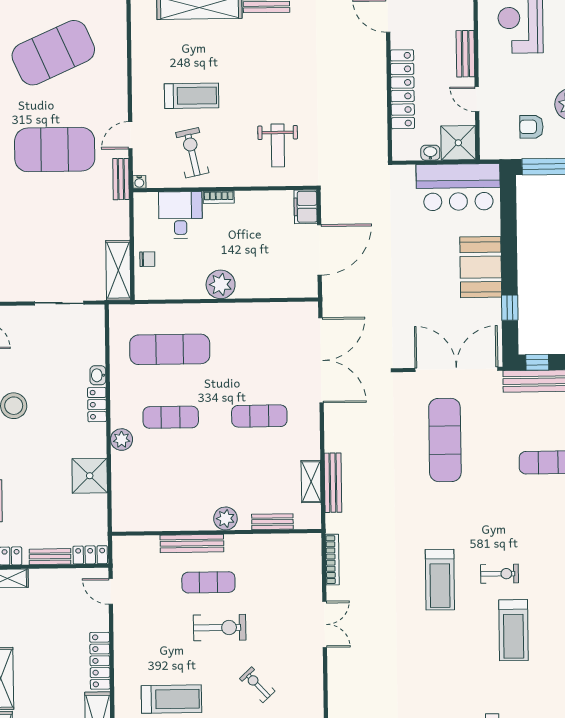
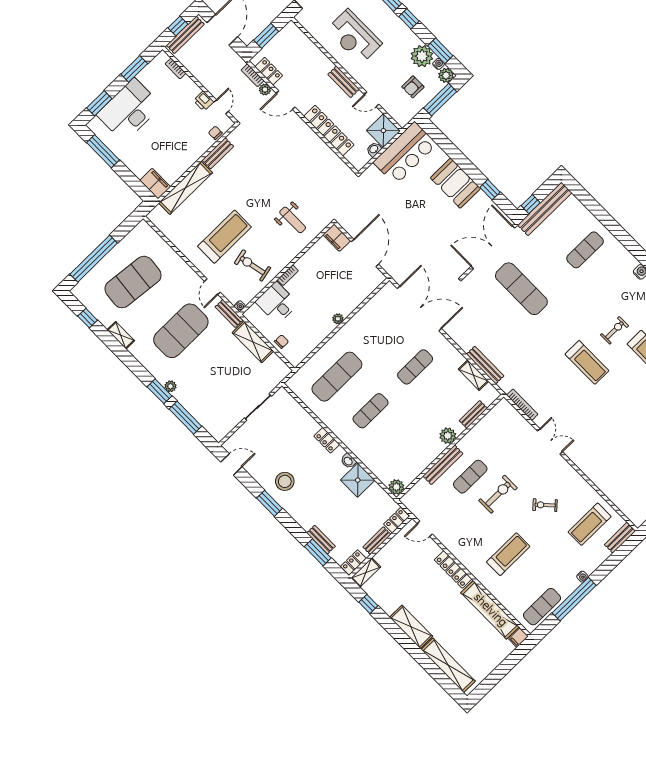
exercise mat: (53, 53) -> (133, 282), turned 30
treadmill: (192, 96) -> (224, 237), width x1.37, depth x1.38
shelving: (118, 270) -> (253, 342), moved
plant: (221, 284) -> (338, 319), width x0.53, depth x0.53
washbasin: (98, 375) -> (348, 461), moved
plant: (122, 440) -> (396, 487), moved

